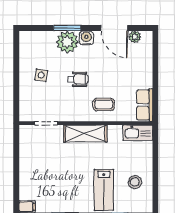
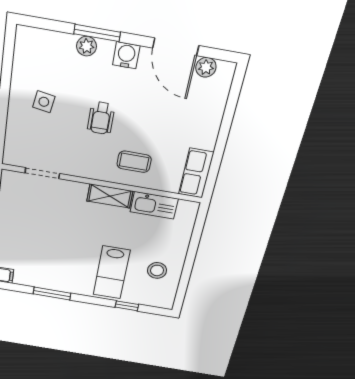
plant: (67, 42) -> (87, 46), width x0.53, depth x0.53
wheelchair: (78, 79) -> (101, 118), turned 90
kitchen sink: (138, 133) -> (154, 205), moved
shelving: (85, 134) -> (110, 196), width x0.67, depth x0.75

